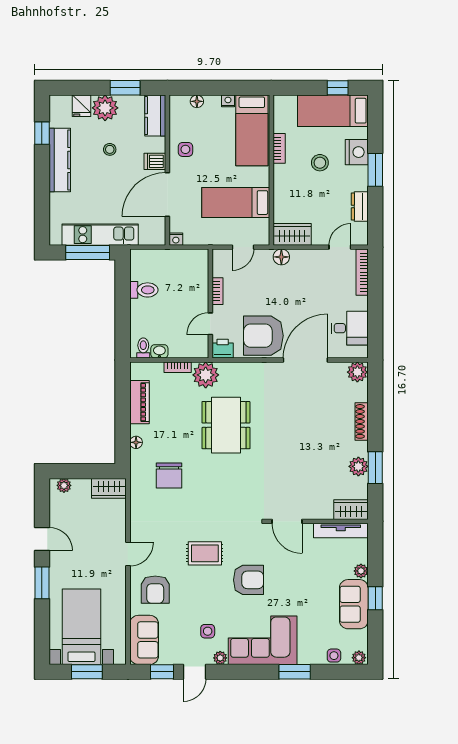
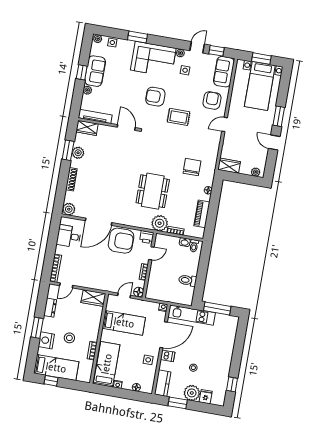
kitchen counter: (60, 160) -> (224, 367), removed
kitchen unit: (100, 235) -> (192, 315), moved
floor lamp: (281, 257) -> (139, 292), moved

